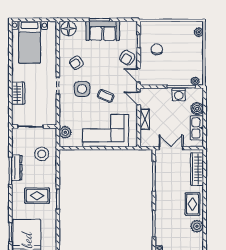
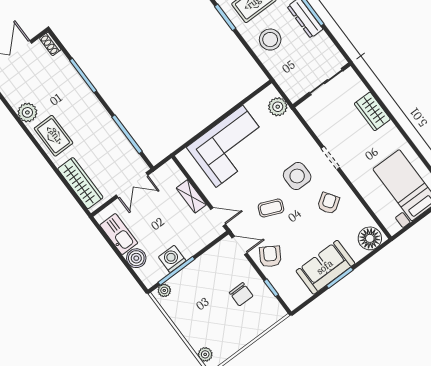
coffee table: (106, 96) -> (271, 208), moved
stool: (42, 154) -> (270, 40), moved

